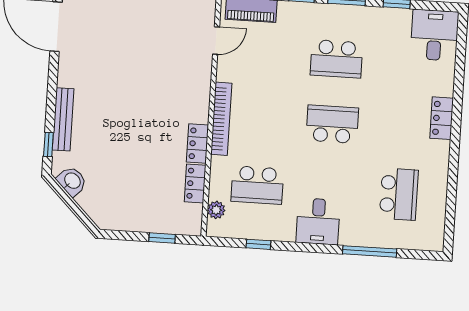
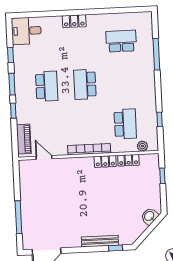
washbasin: (72, 181) -> (149, 216), moved
desk: (318, 221) -> (142, 86), removed

